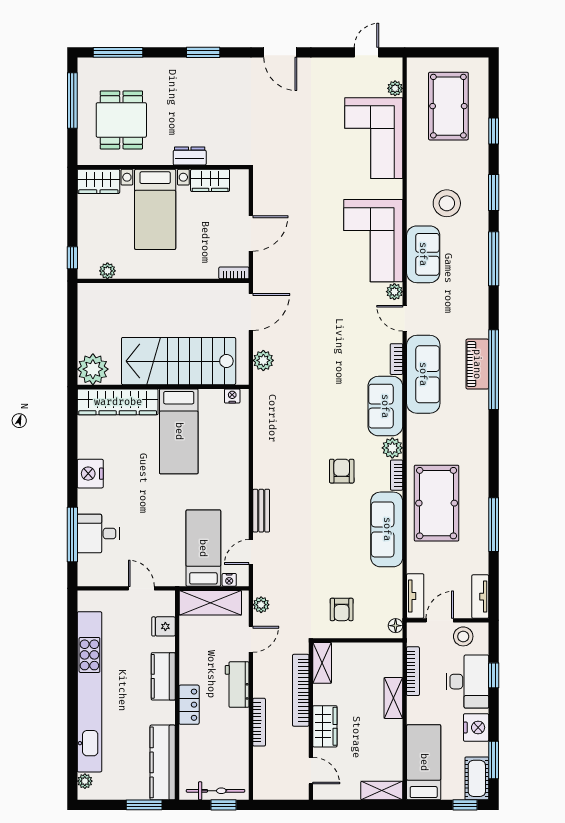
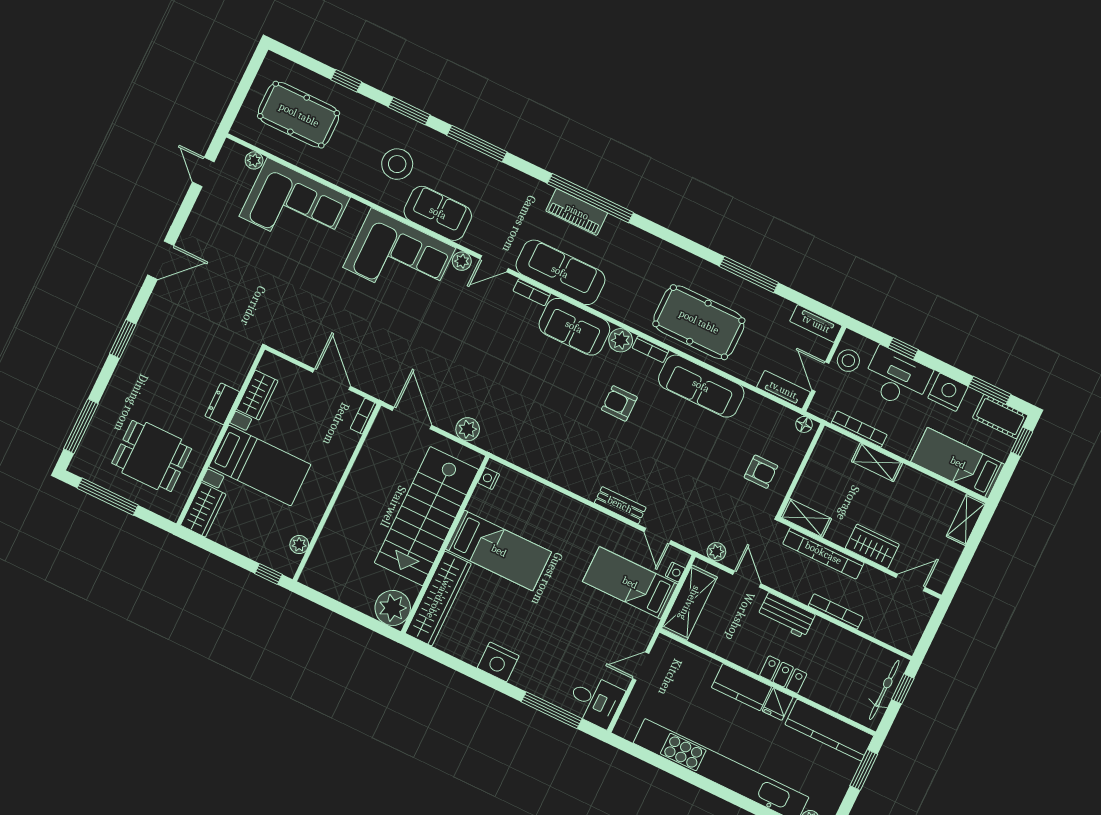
desk: (98, 533) -> (595, 701), moved, turned -90
fridge: (164, 626) -> (778, 704), moved

